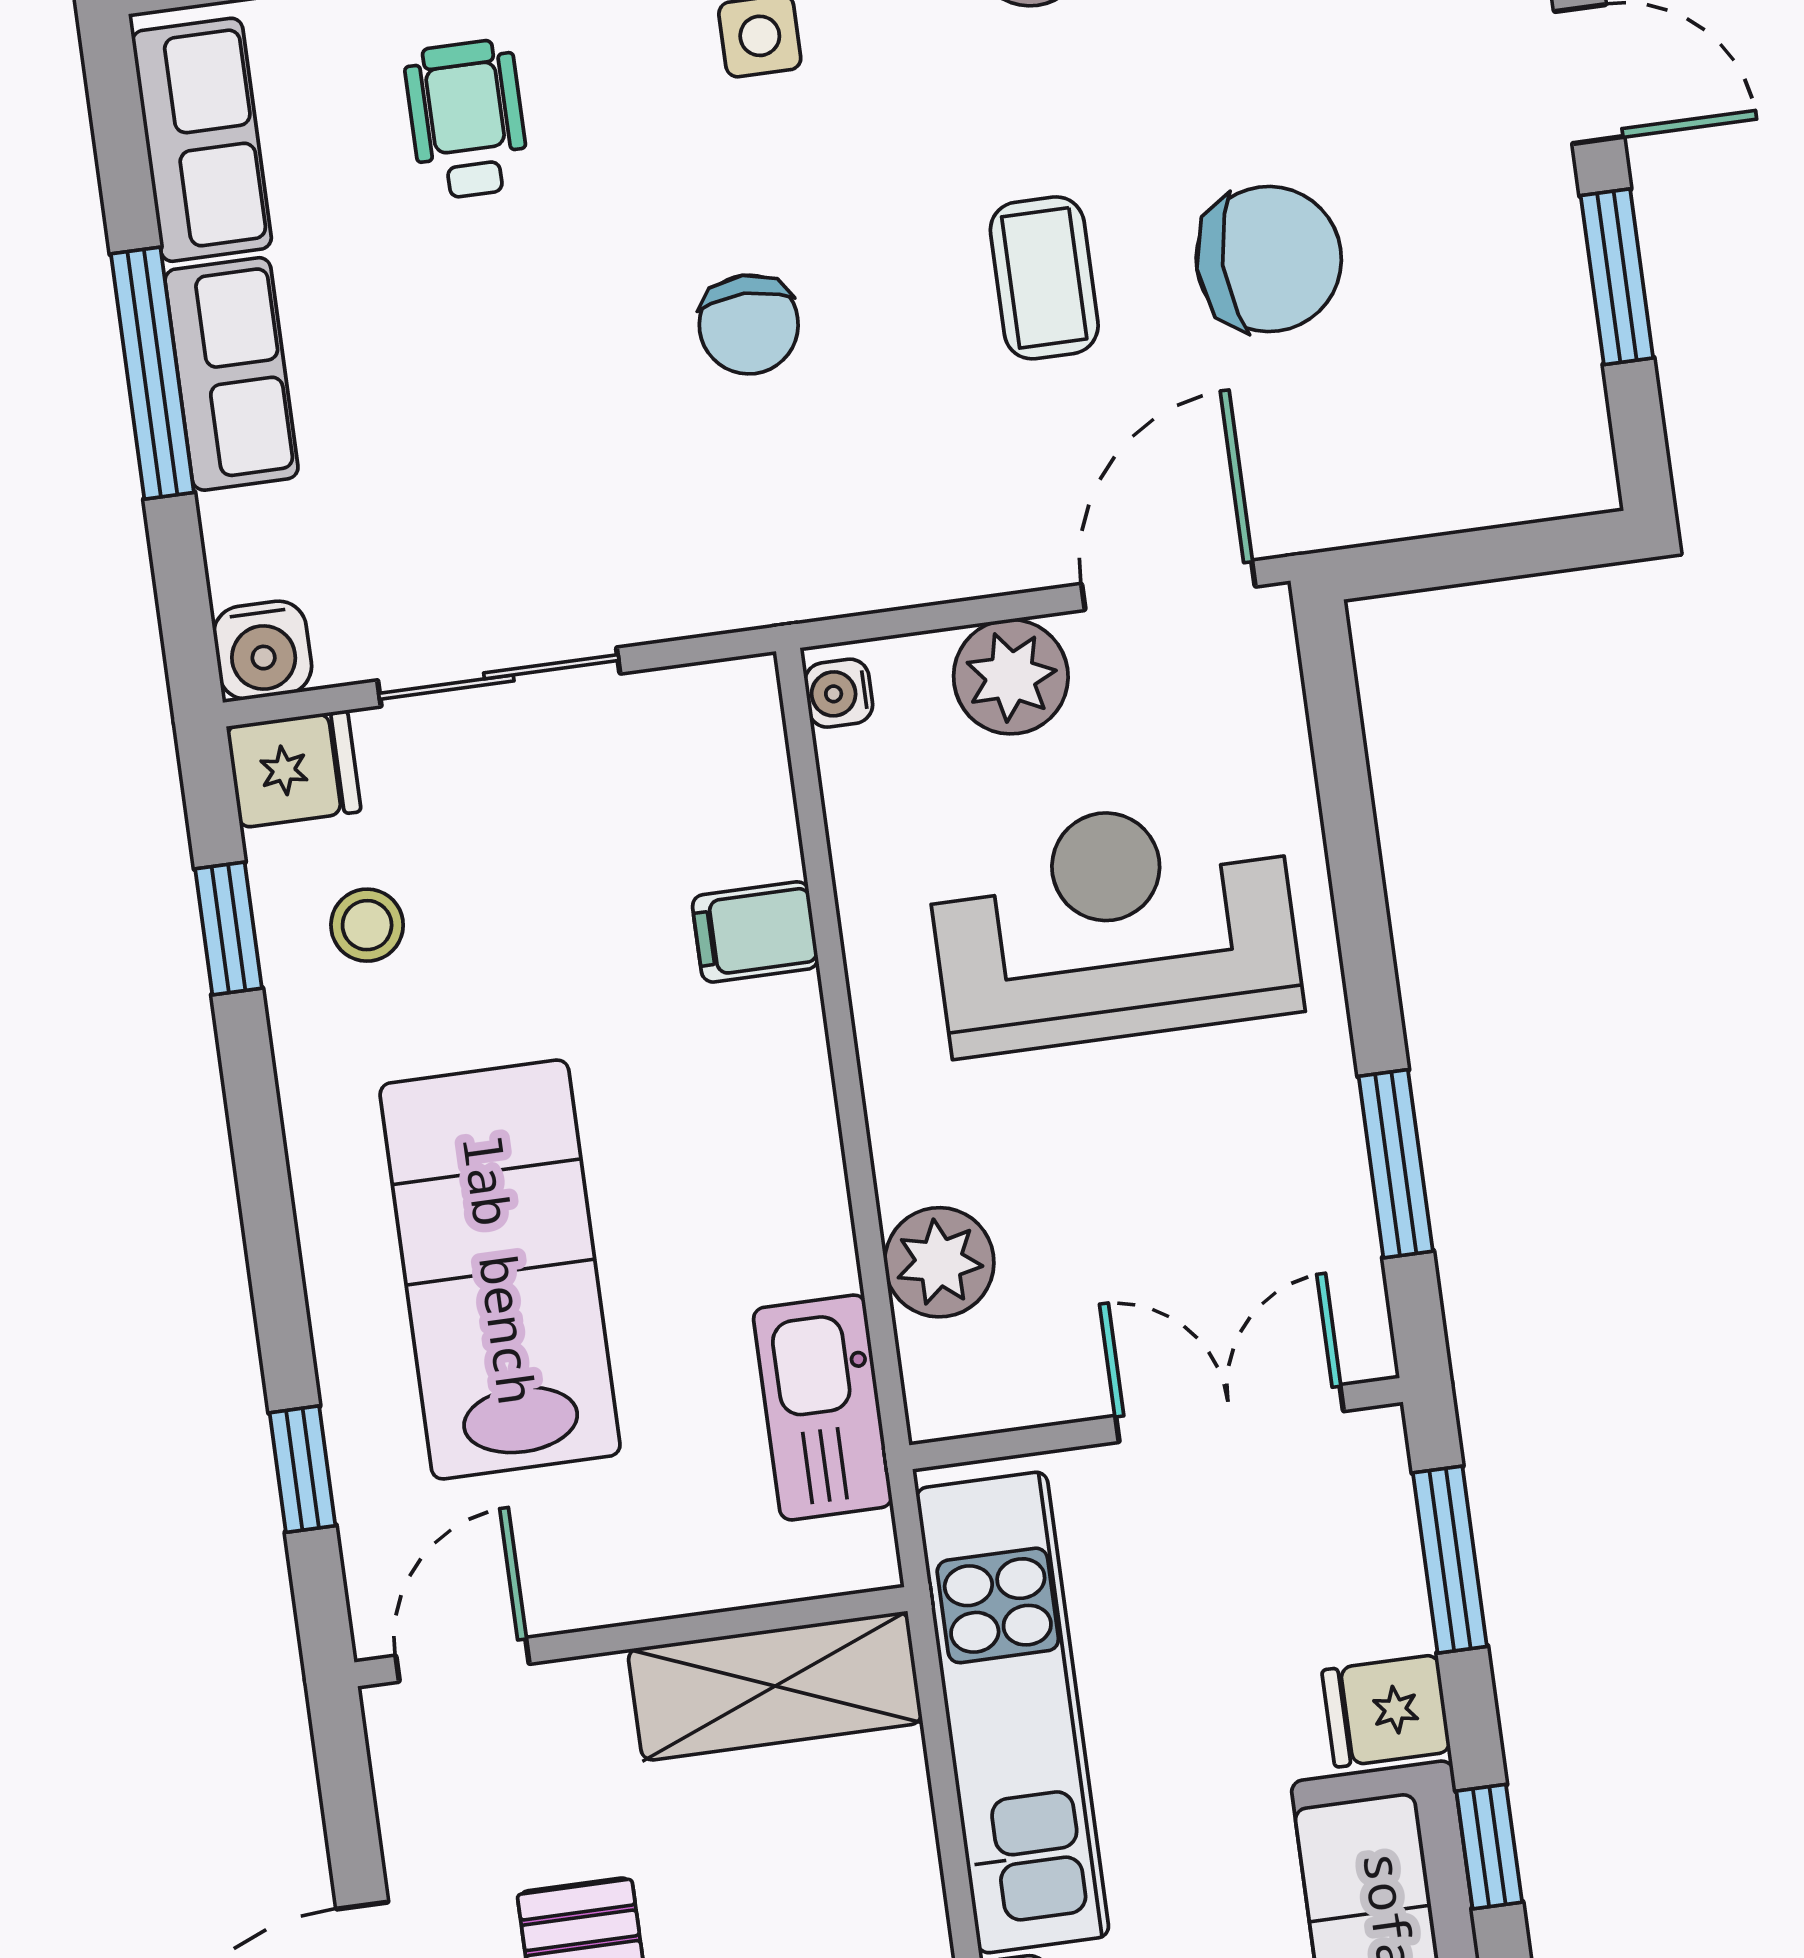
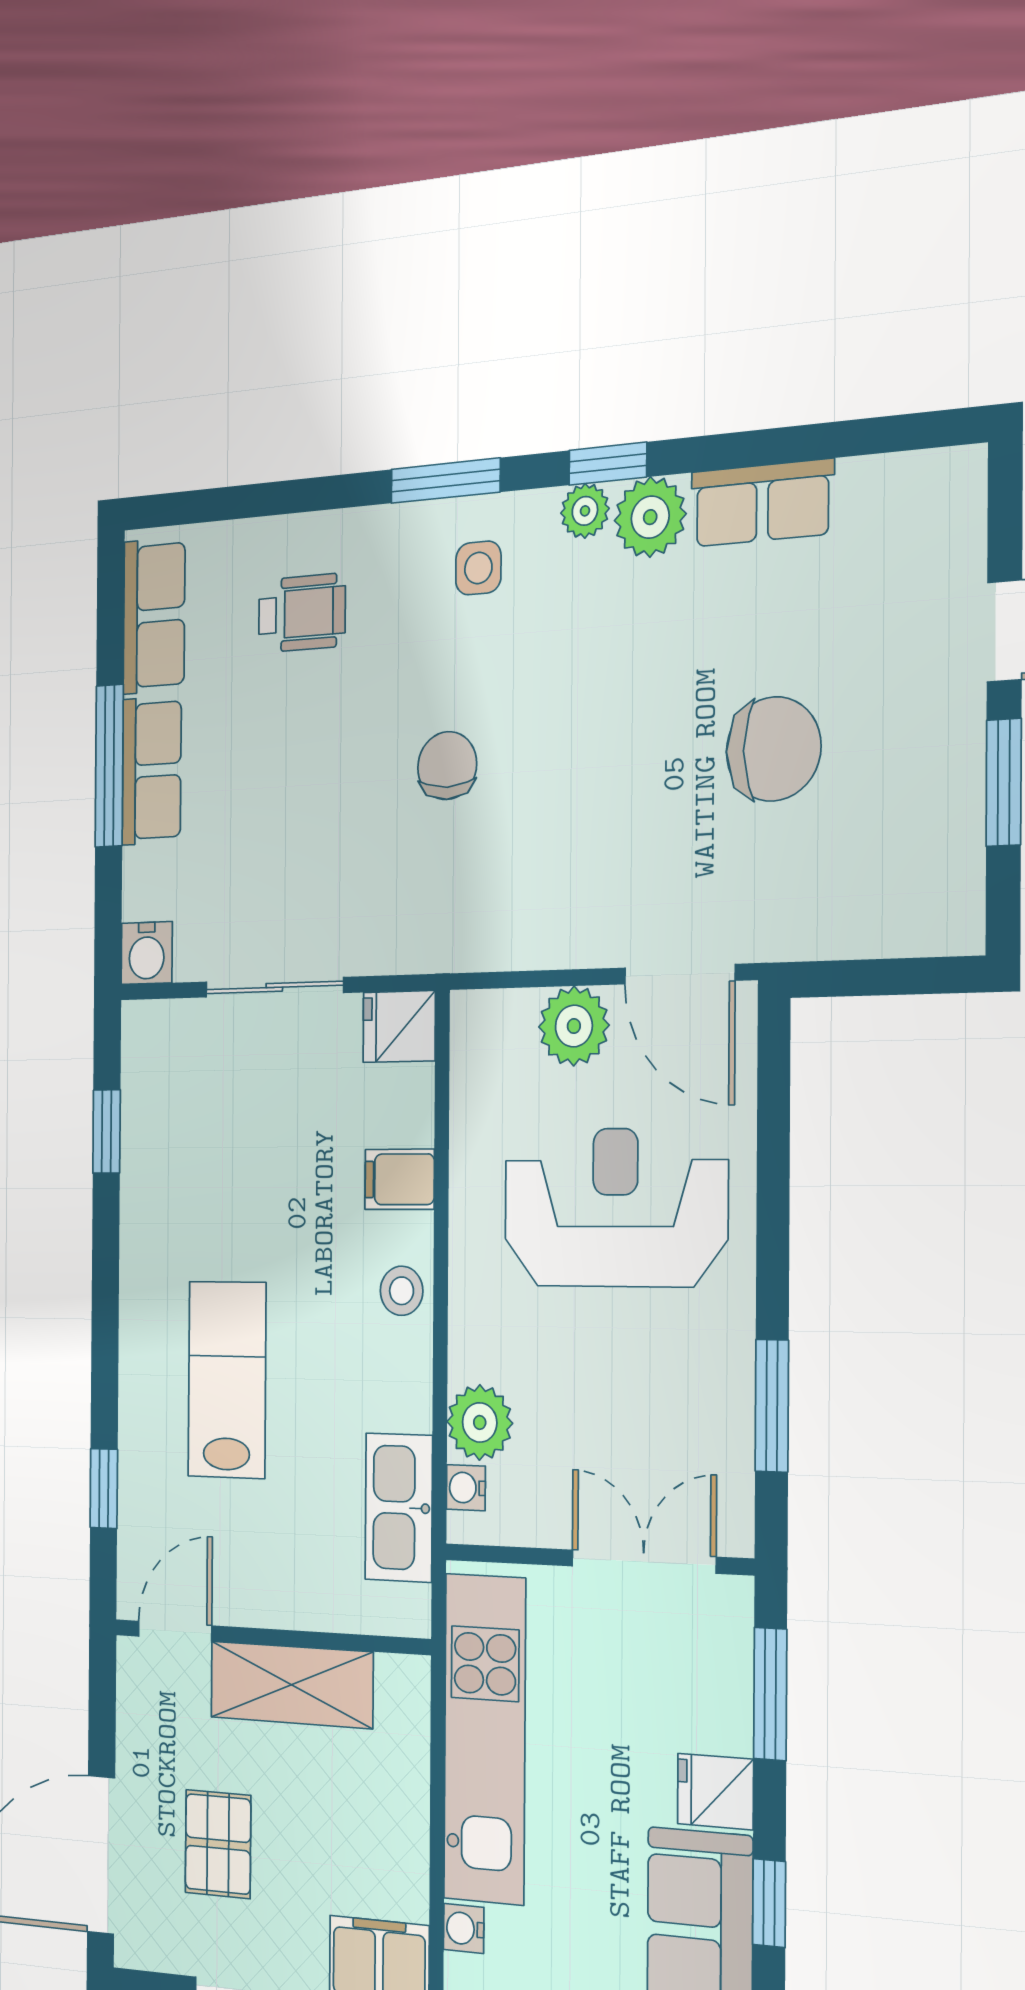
wheelchair: (467, 119) -> (302, 613), turned 90
coffee table: (1044, 278) -> (630, 750), removed
chair: (749, 325) -> (447, 766), turned 180
door: (1168, 585) -> (680, 974), swing flipped
water cooler: (839, 693) -> (466, 1488), moved
fridge: (294, 769) -> (399, 1026), moved, turned 180
stool: (367, 925) -> (402, 1291), moved
lab bench: (500, 1270) -> (227, 1380), width x0.73, depth x0.72
shelving: (775, 1686) -> (291, 1685), moved

